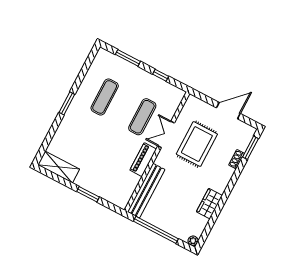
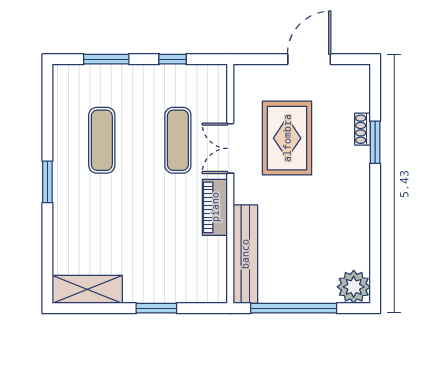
window: (250, 148) -> (375, 142), moved
wardrobe: (209, 204) -> (356, 222), removed
plant: (193, 241) -> (354, 287), width x1.88, depth x1.88

